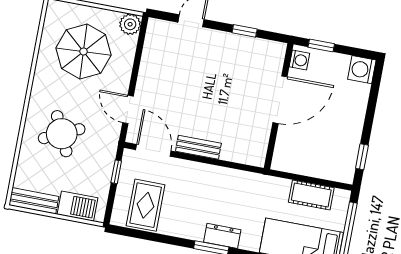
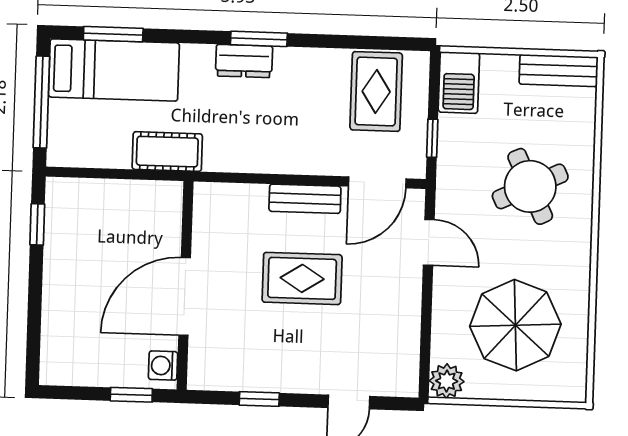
washing machine: (362, 70) -> (59, 366), removed
rug: (208, 100) -> (302, 278), added
door: (153, 150) -> (377, 182), hinge flipped
cot: (311, 195) -> (167, 152), moved
barbecue: (77, 206) -> (459, 83), moved, turned -90

